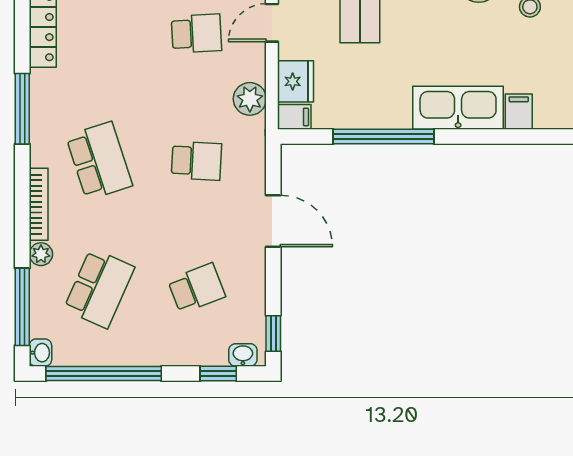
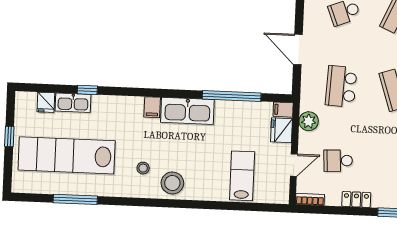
school desk: (196, 161) -> (341, 86), width x1.85

